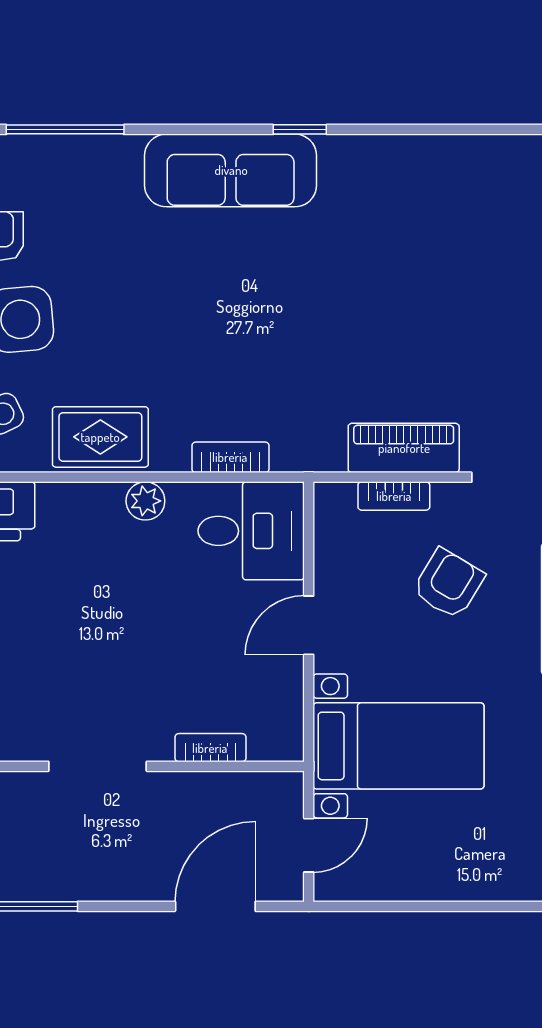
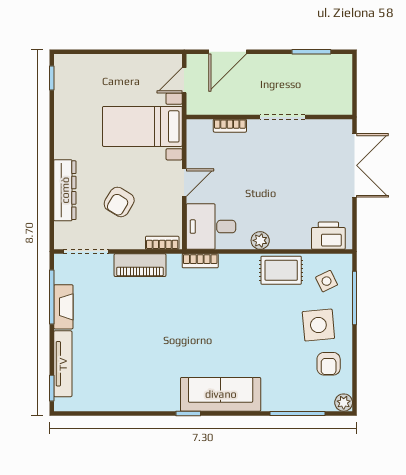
bookcase: (230, 457) -> (200, 261), moved
bookcase: (394, 496) -> (162, 243), moved

